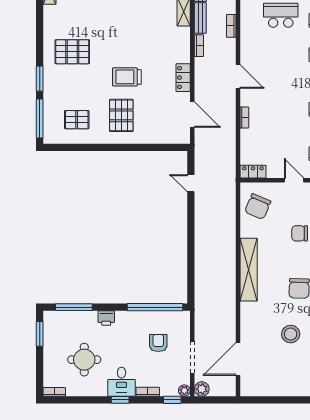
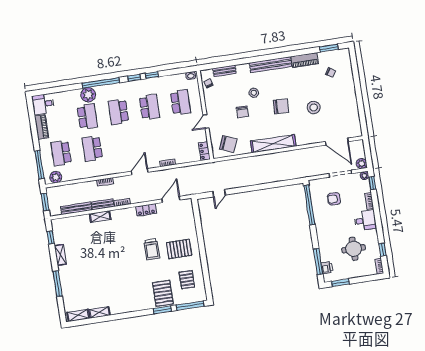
pallet: (72, 52) -> (163, 293), moved
printer: (106, 318) -> (327, 268), moved
window: (120, 400) -> (382, 250), moved

